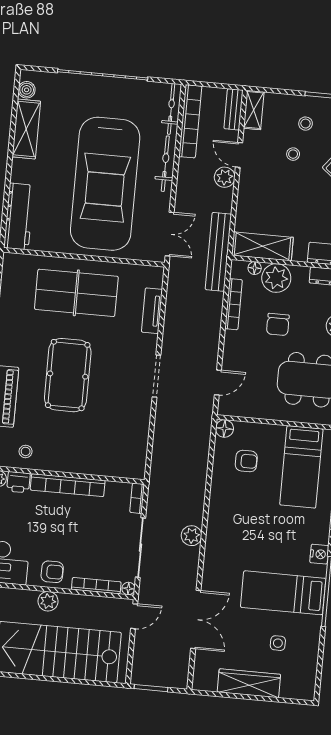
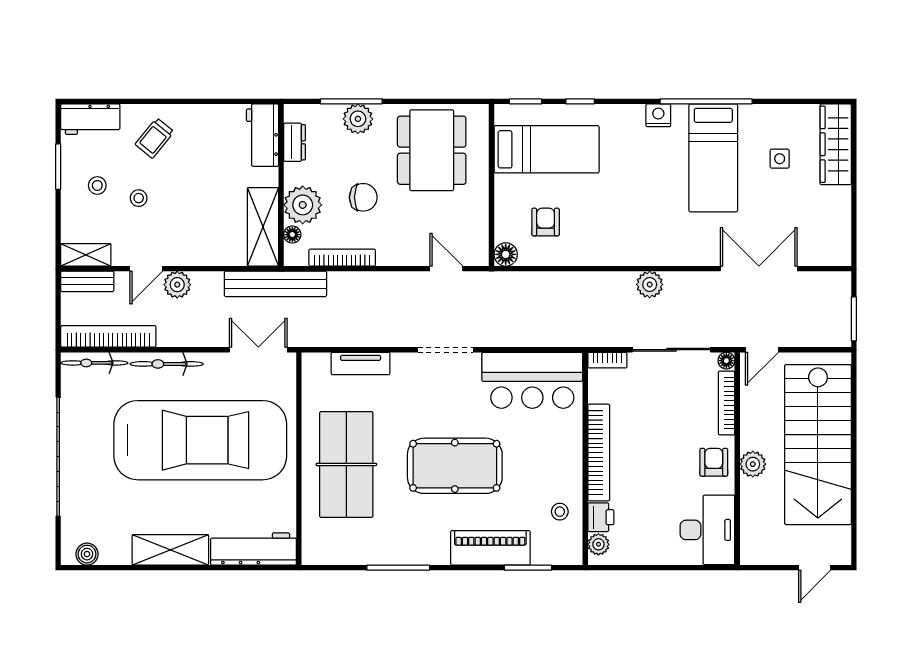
shelving: (26, 129) -> (170, 550), moved
bar counter: (127, 440) -> (532, 380), added
door: (134, 616) -> (762, 350), swing flipped
wardrobe: (249, 683) -> (836, 144), moved

